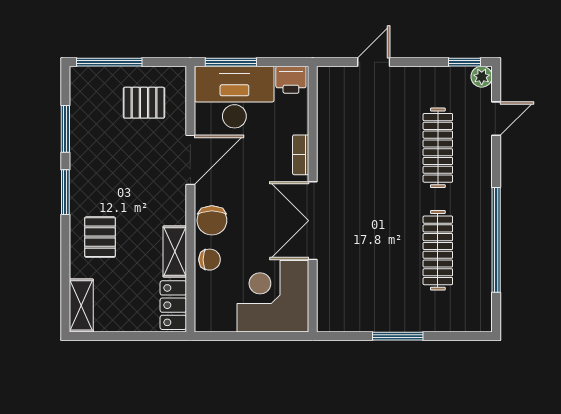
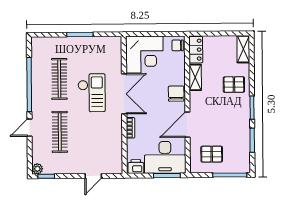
door: (496, 119) -> (30, 128), moved
checkout: (376, 223) -> (92, 93), added
pallet: (100, 237) -> (234, 85), turned 90
chair: (210, 260) -> (178, 45), moved

